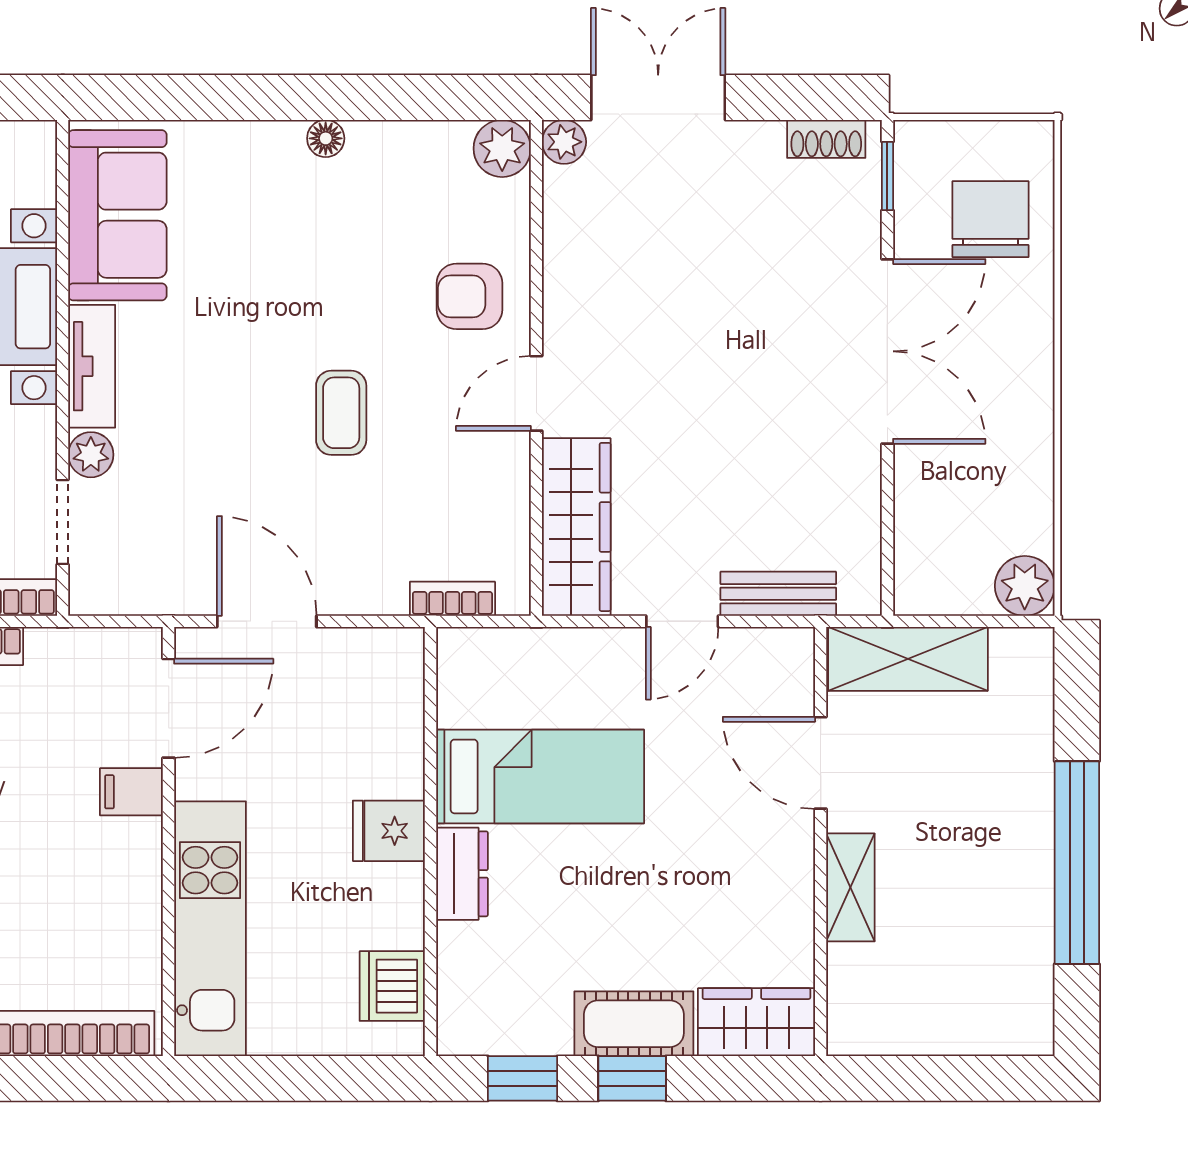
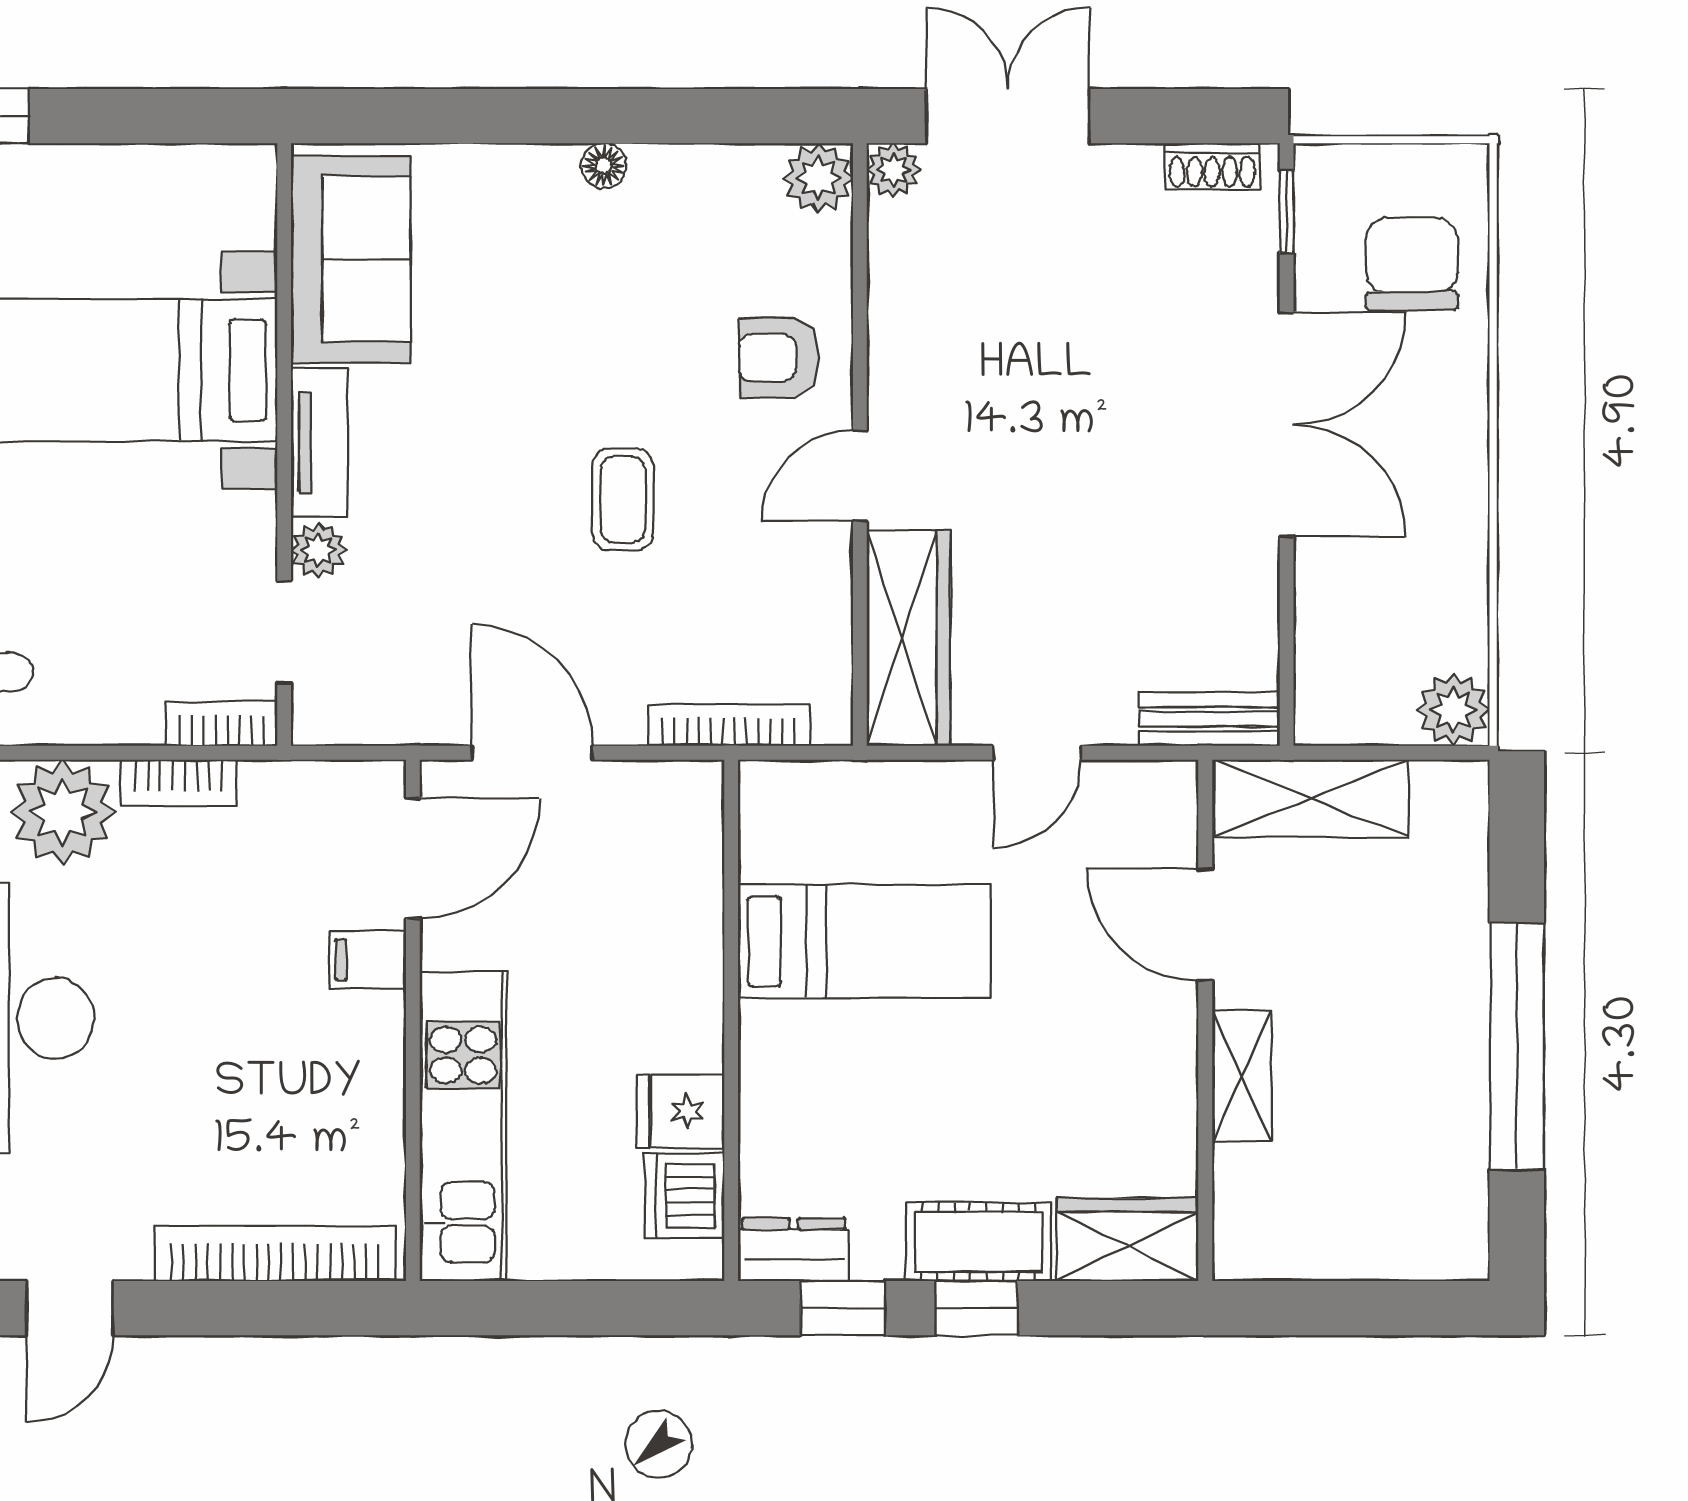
bench: (778, 594) -> (1209, 719), moved
bookcase: (452, 599) -> (729, 725), width x1.56
fridge: (389, 831) -> (681, 1111), moved
dresser: (462, 874) -> (794, 1250), moved, turned -90

